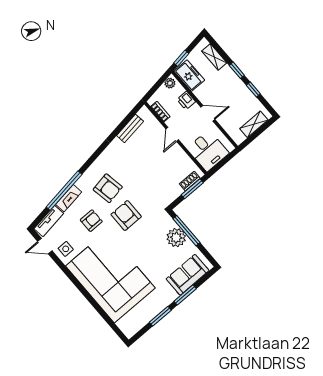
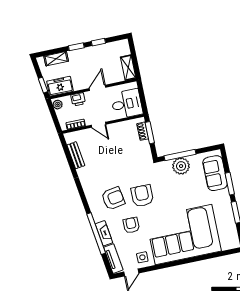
shelving: (254, 124) -> (128, 68), moved
armchair: (126, 215) -> (142, 196), turned 90

